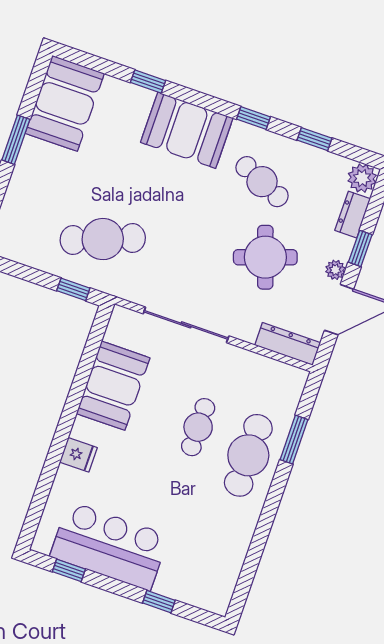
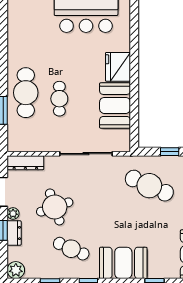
dresser: (353, 215) -> (14, 233), moved
cafe table: (103, 239) -> (149, 186), turned 45
window: (73, 289) -> (170, 152), moved
fridge: (78, 455) -> (118, 67), width x1.88, depth x1.34

